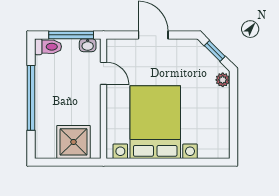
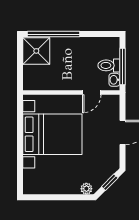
toilet: (48, 47) -> (109, 65), moved, turned 90
window: (31, 98) -> (53, 34), moved
shower: (74, 142) -> (36, 51), moved

